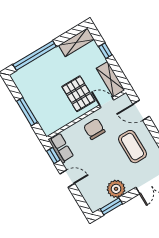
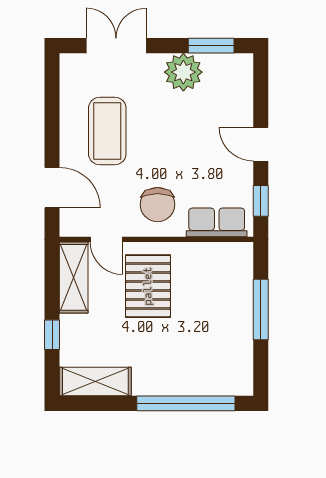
row of seats: (61, 148) -> (217, 222), moved, turned 90

